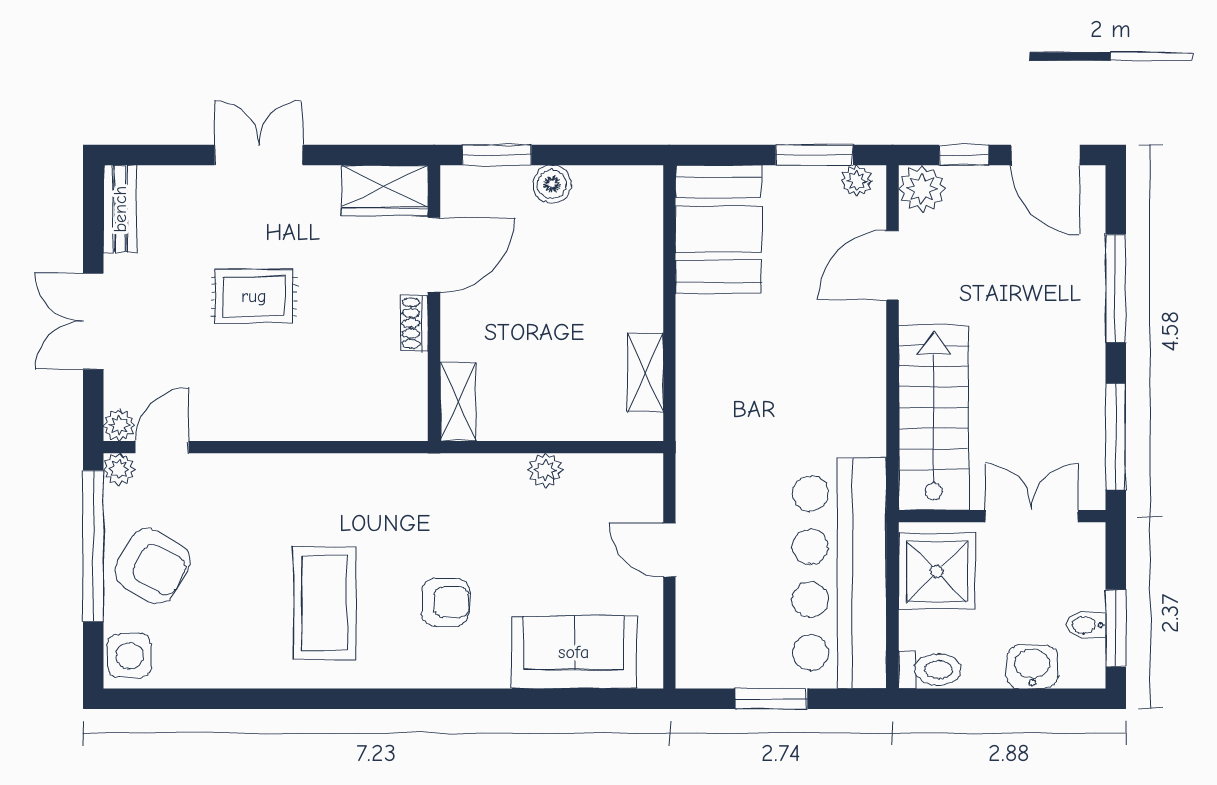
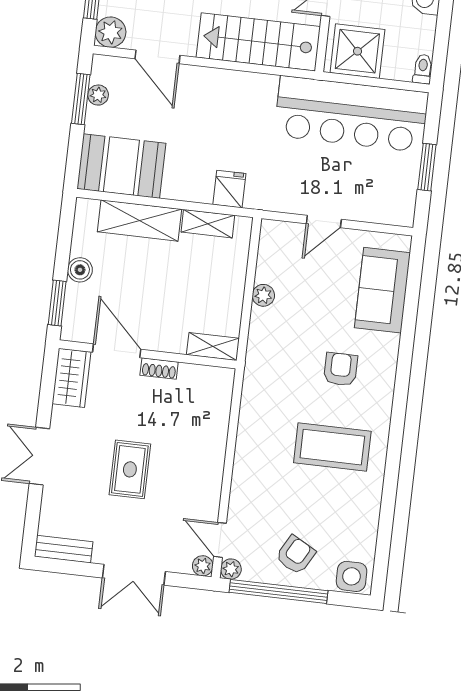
plant: (857, 181) -> (98, 95), moved
shelving: (638, 267) -> (139, 220), added
fridge: (702, 399) -> (229, 189), added
armchair: (153, 566) -> (296, 555), width x0.72, depth x0.72
toilet: (930, 670) -> (423, 69), width x0.73, depth x0.72

